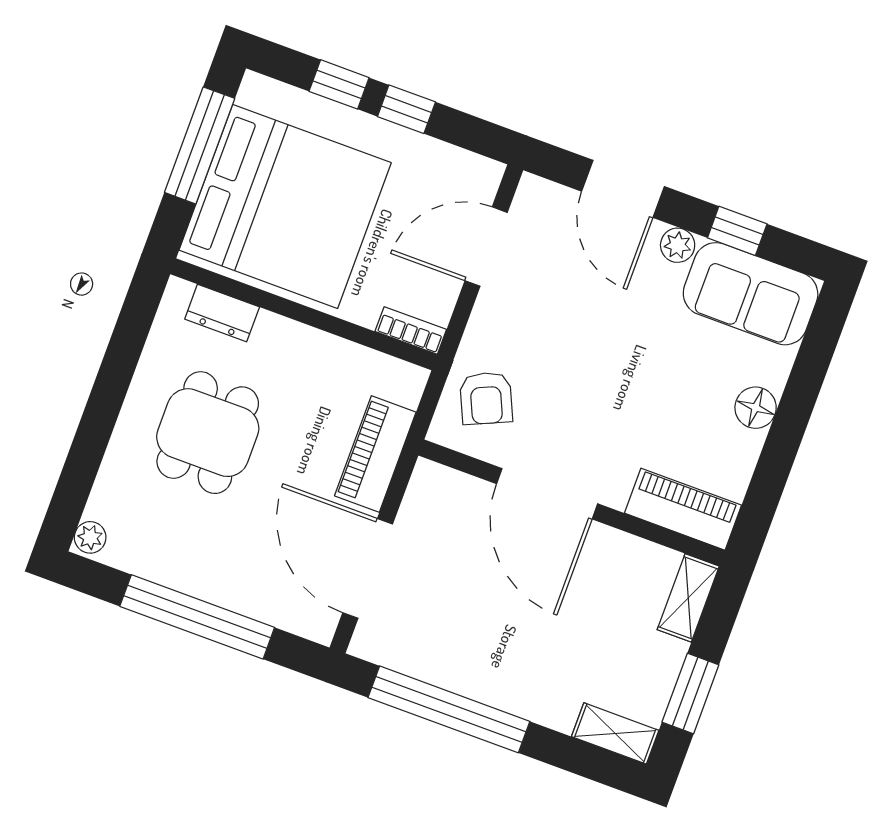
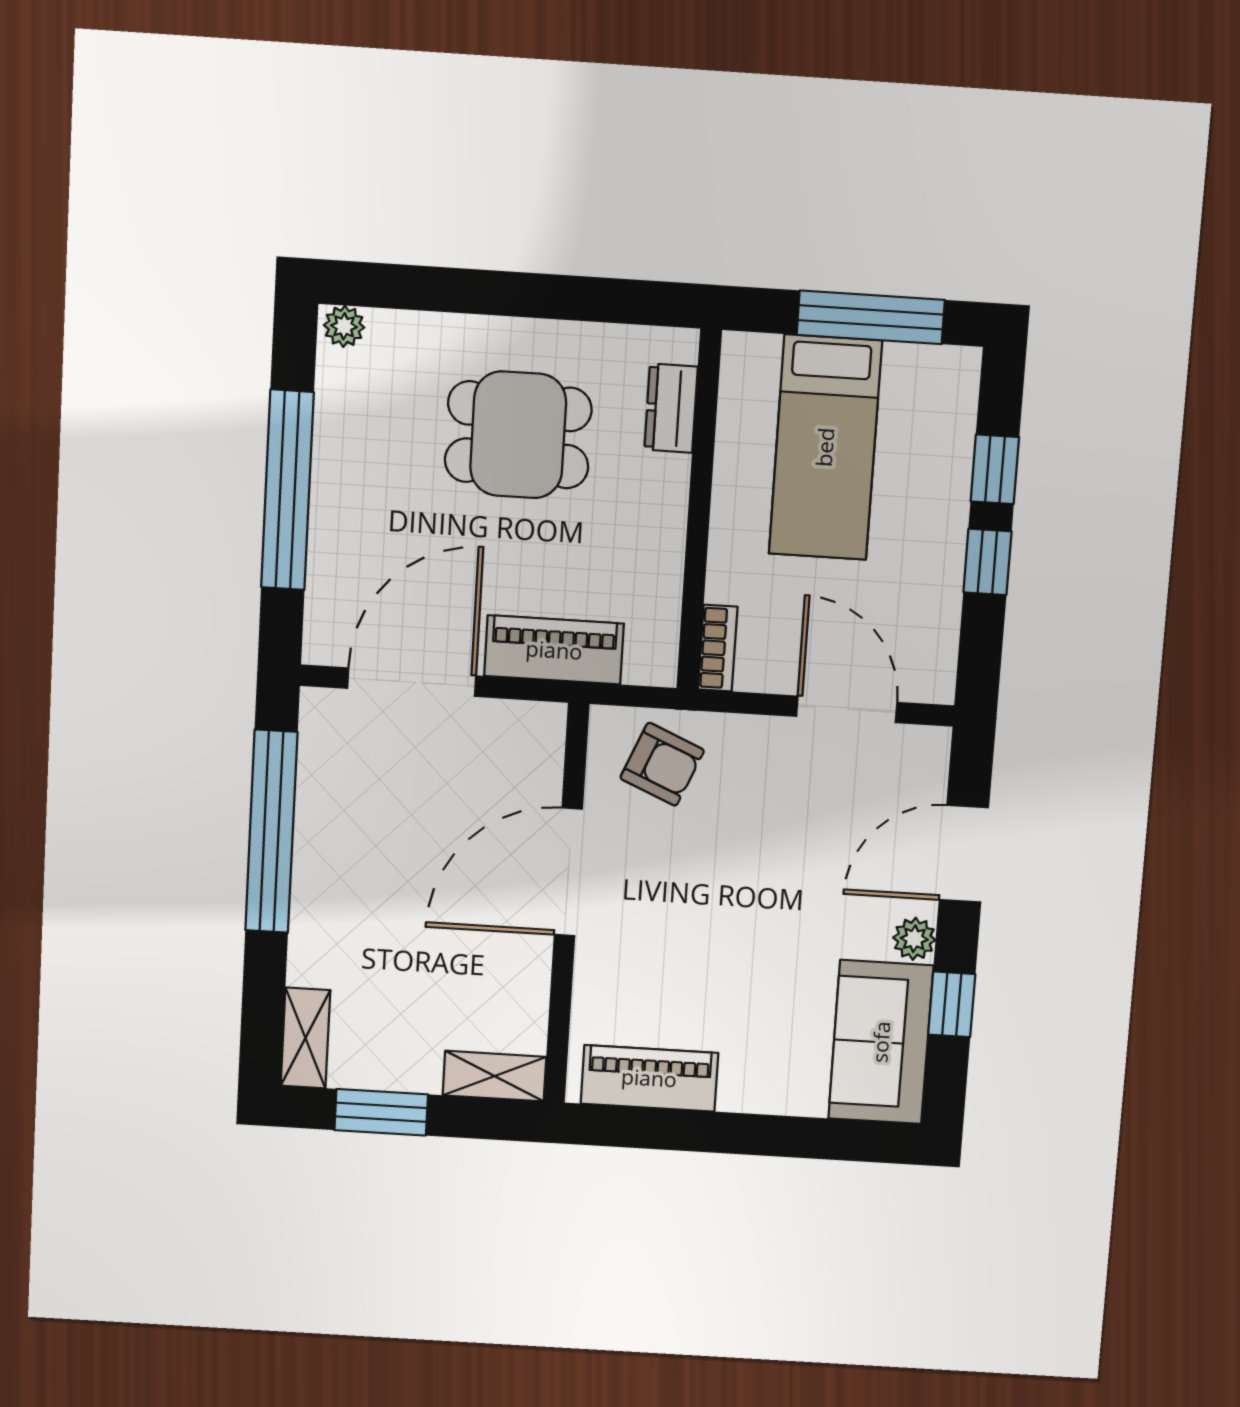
bed: (285, 206) -> (825, 447), width x0.49
armchair: (486, 398) -> (662, 764), turned -133
floor lamp: (756, 408) -> (746, 1088), removed
piano: (683, 509) -> (649, 1078), moved, turned -90

